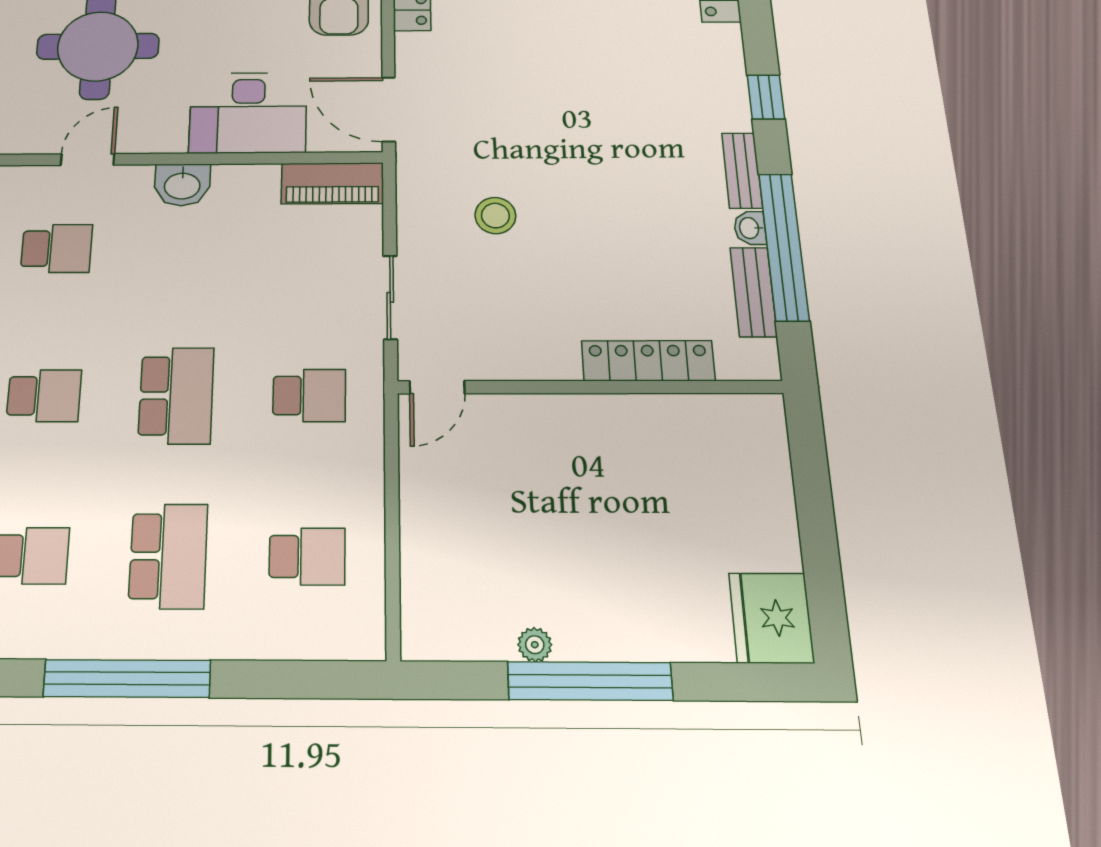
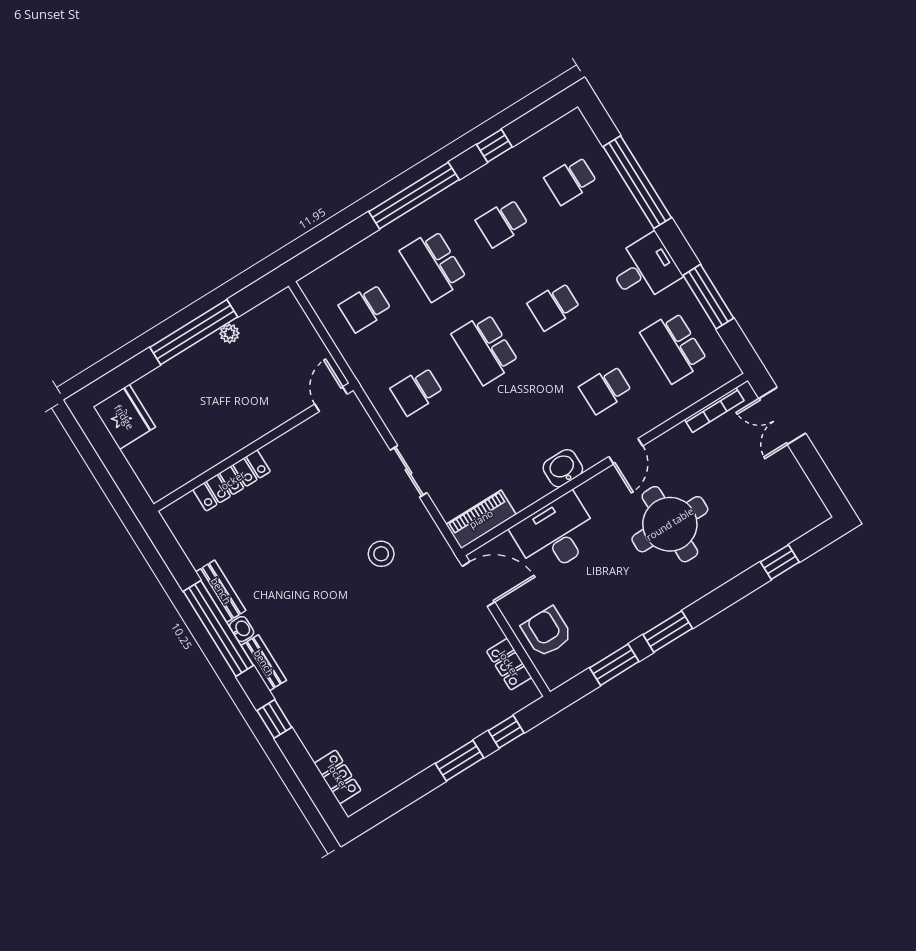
locker: (648, 361) -> (232, 481), moved
door: (437, 387) -> (331, 399), moved
wall: (589, 387) -> (253, 447), moved

